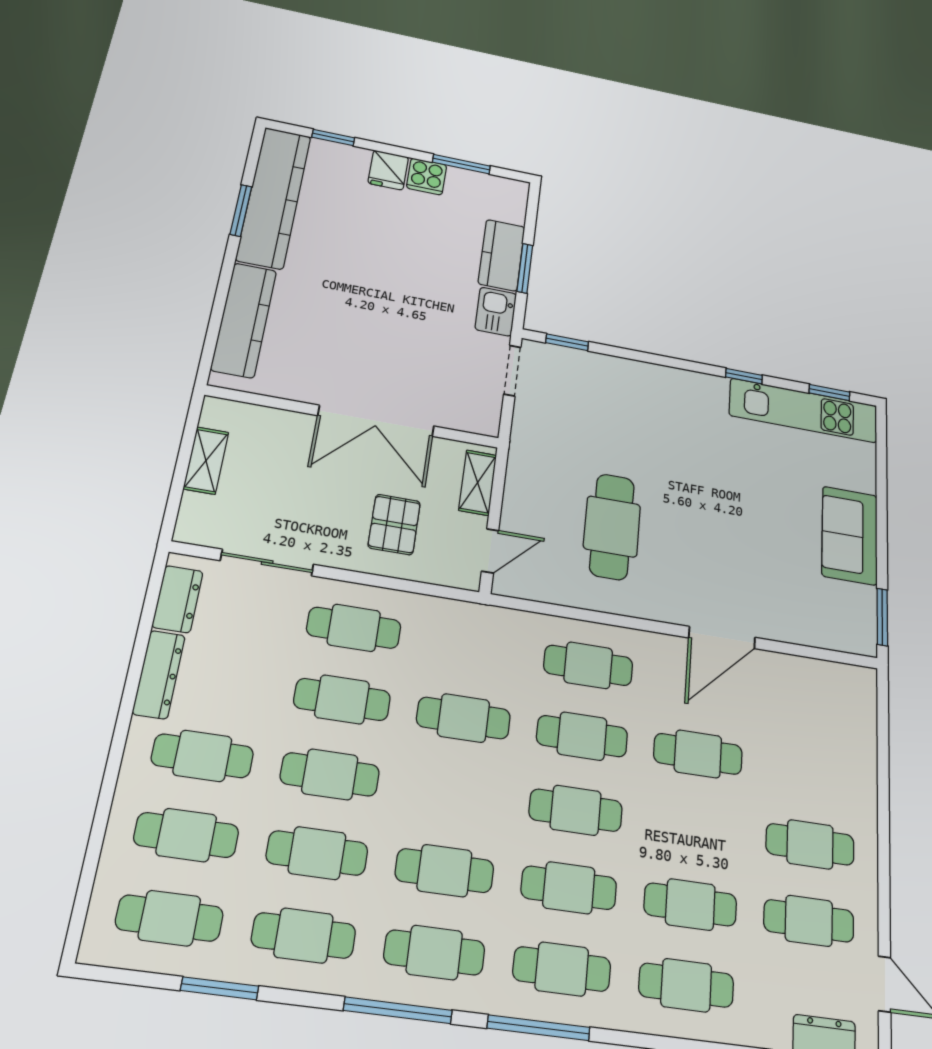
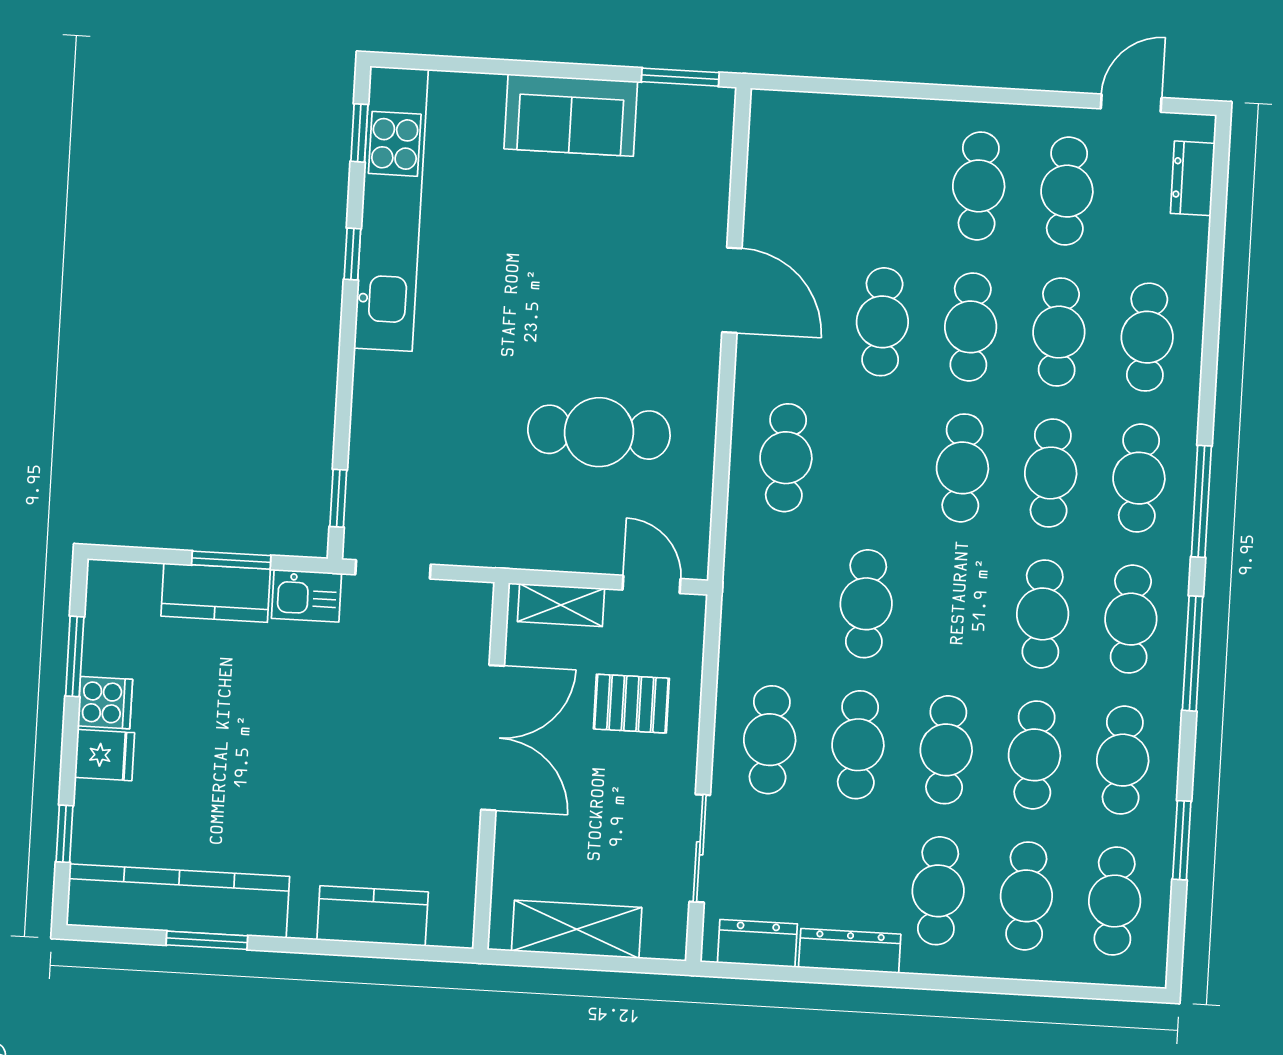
kitchen counter: (244, 320) -> (373, 916), width x0.67
kitchen unit: (804, 411) -> (391, 209), width x1.36
shelving: (206, 460) -> (577, 929), width x1.50, depth x1.33
cafe table: (582, 736) -> (971, 327), moved

